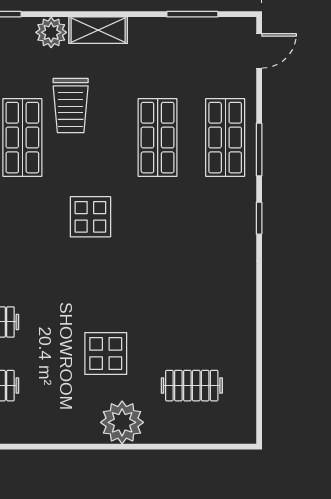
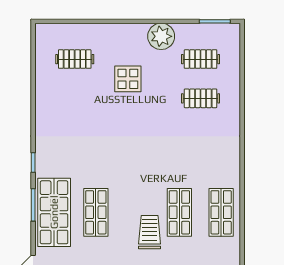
shop shelf: (225, 138) -> (54, 212), width x1.43, depth x1.36
display table: (90, 217) -> (137, 163), removed
plant: (122, 422) -> (161, 36), moved

